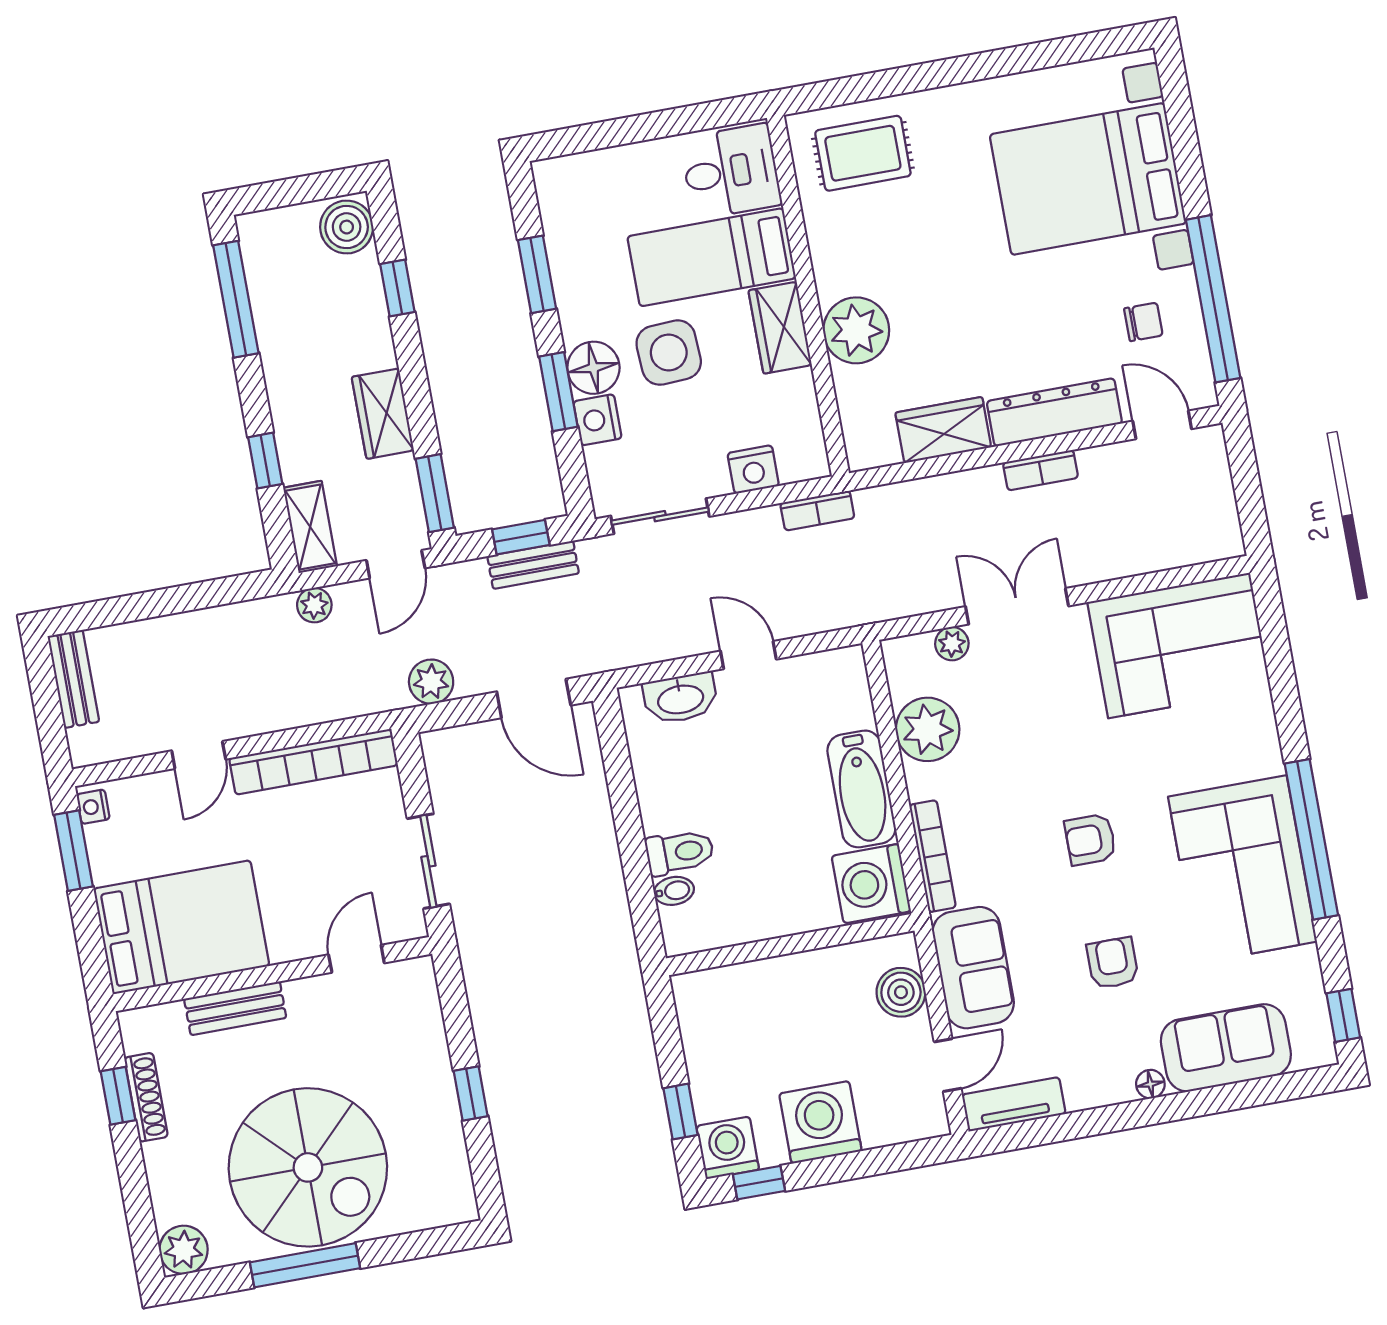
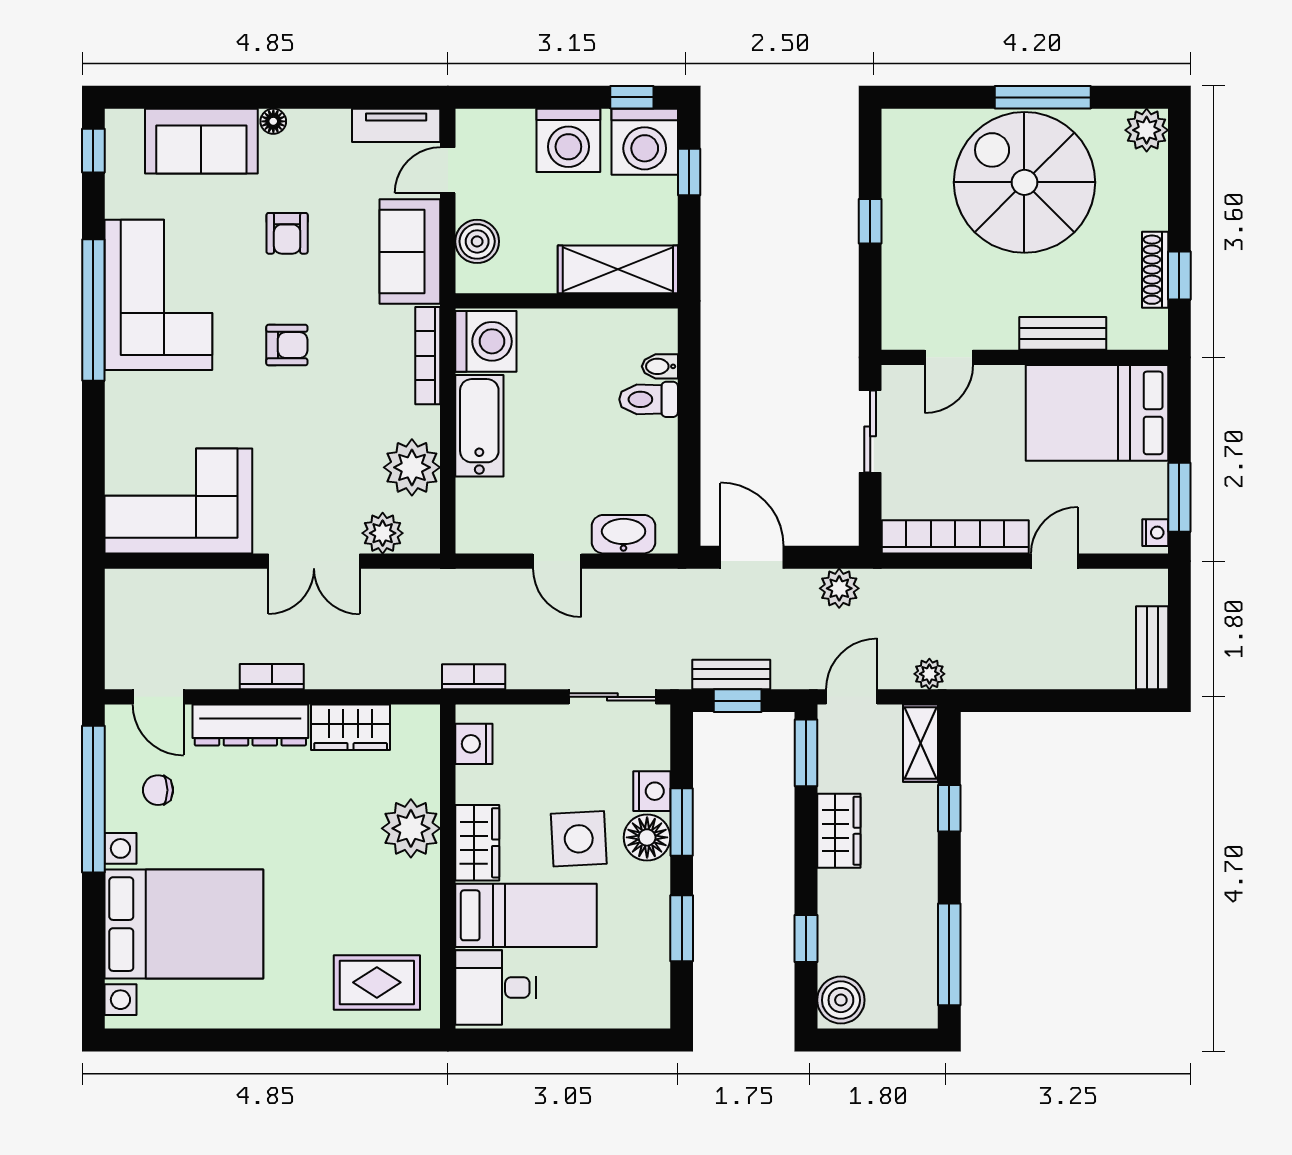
nightstand: (753, 469) -> (474, 744), moved, turned -90
plant: (952, 644) -> (383, 533), width x1.38, depth x1.38
shelving: (740, 990) -> (618, 269), added
washing machine: (728, 1148) -> (645, 142), width x1.37, depth x1.37

